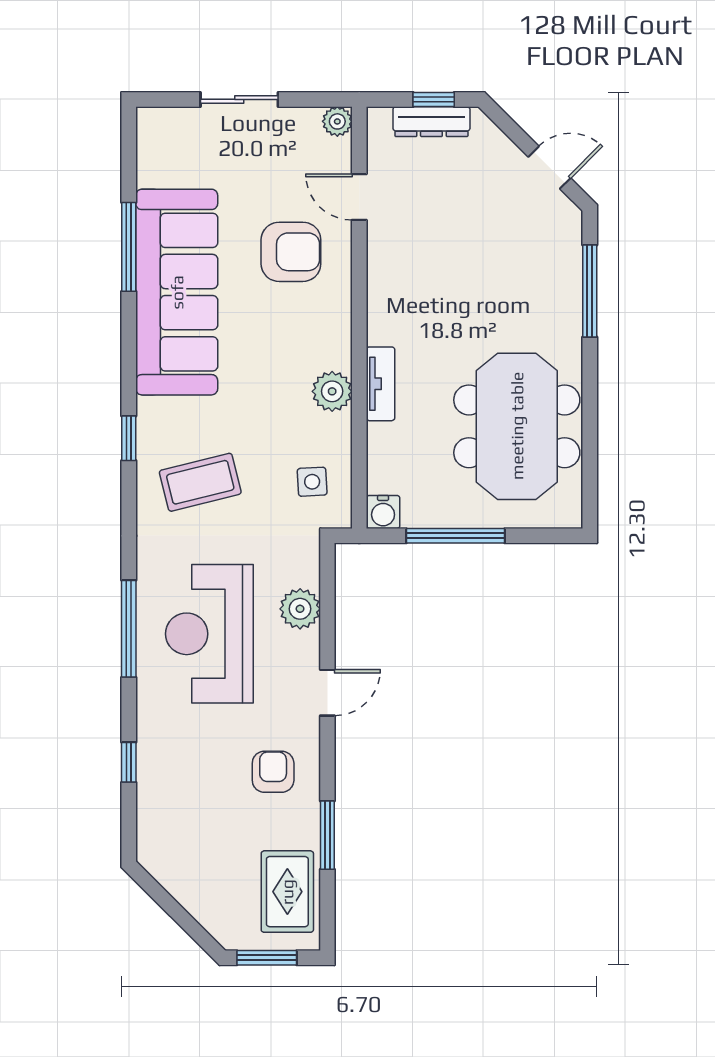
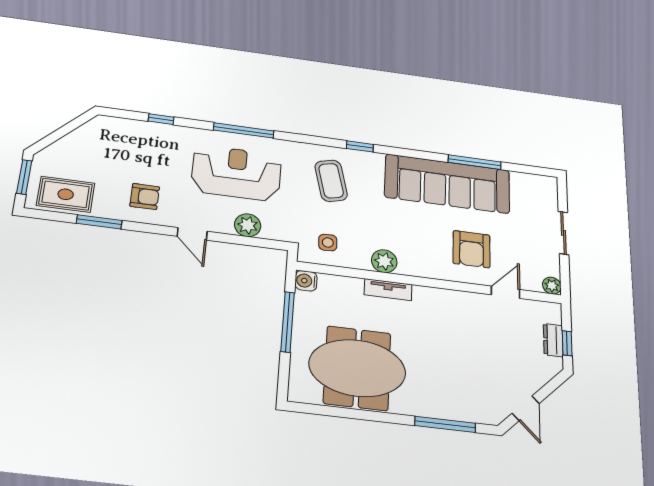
dresser: (431, 122) -> (553, 340), width x0.70

